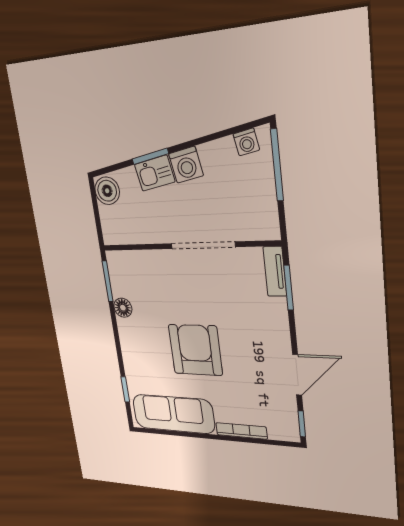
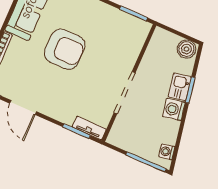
floor lamp: (123, 308) -> (112, 14), removed

